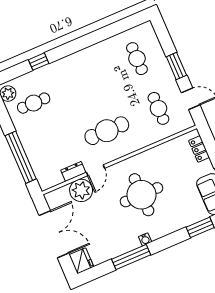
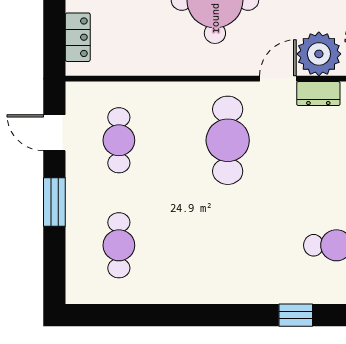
cafe table: (107, 131) -> (228, 140), turned 90

